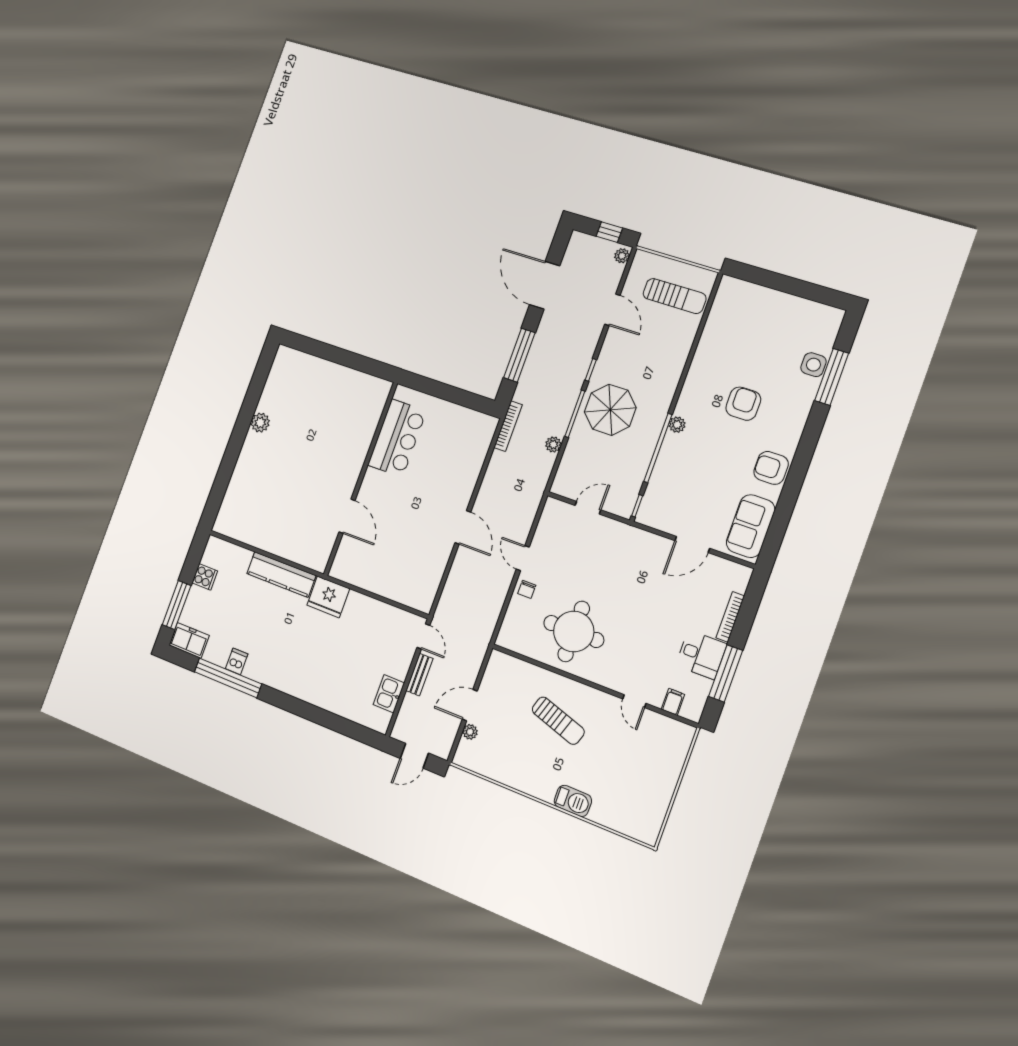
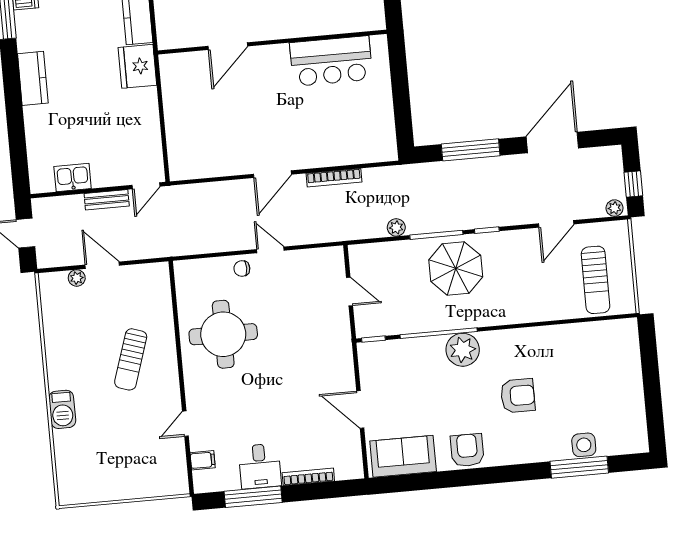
plant: (677, 425) -> (463, 350), width x1.87, depth x1.87
bookcase: (508, 426) -> (334, 178), moved
door: (523, 558) -> (270, 250), hinge flipped
kitchen counter: (298, 686) -> (33, 78), added

